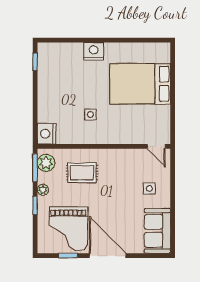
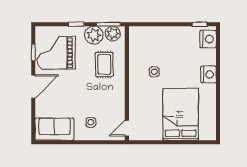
nightstand: (47, 134) -> (208, 39), moved, turned 90
plant: (43, 190) -> (94, 35), width x1.88, depth x1.88
door: (108, 256) -> (33, 87), width x0.73

